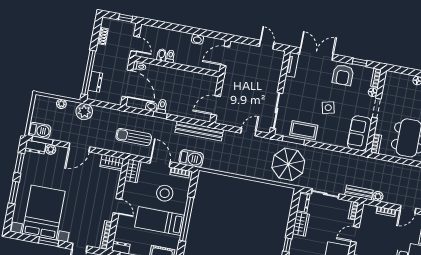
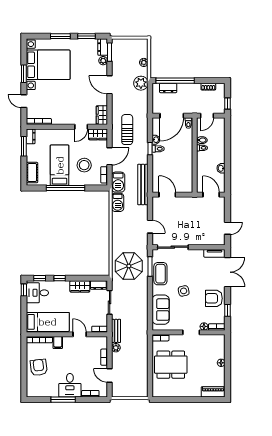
barbecue: (40, 130) -> (118, 202), moved
sofa: (359, 133) -> (161, 310), moved, turned 90
door: (117, 206) -> (81, 127), moved

